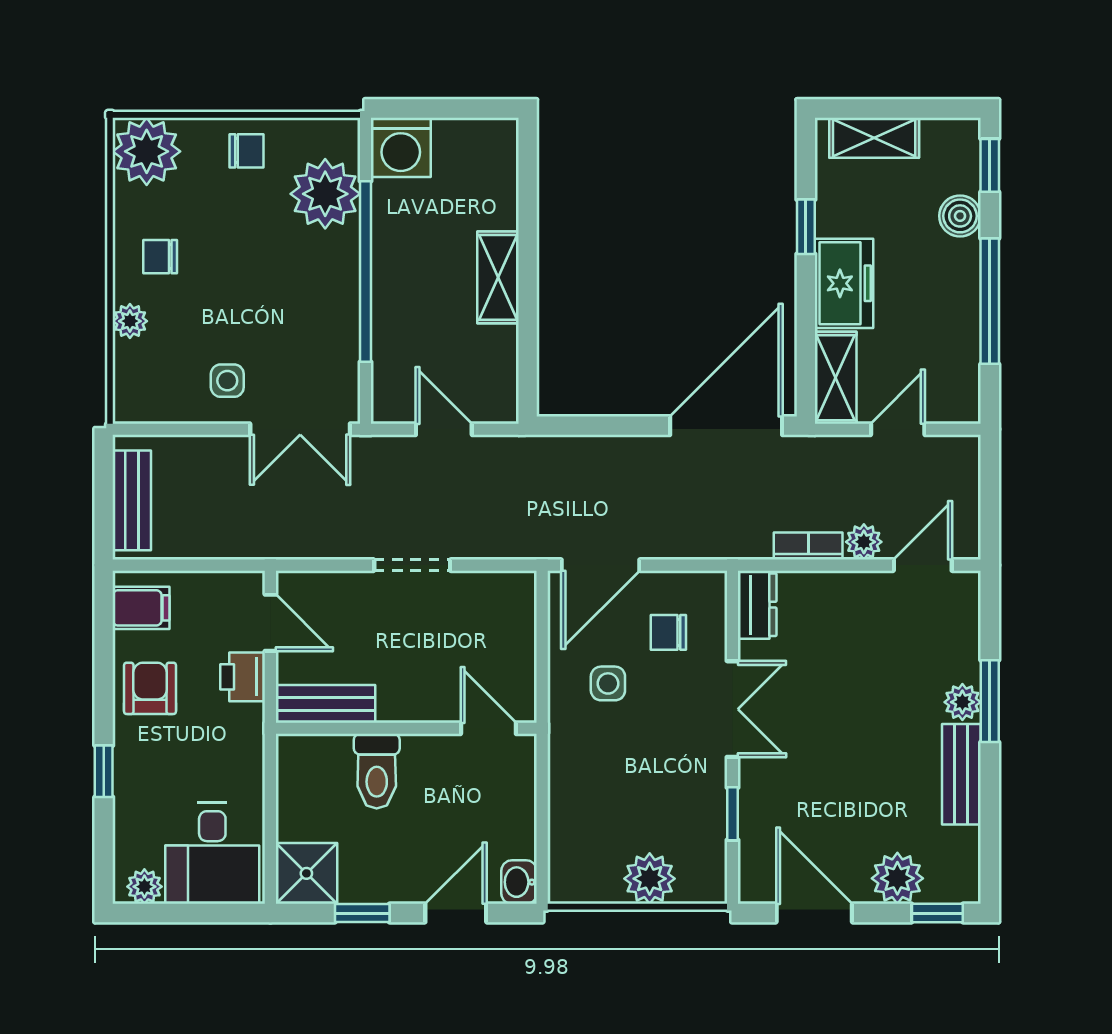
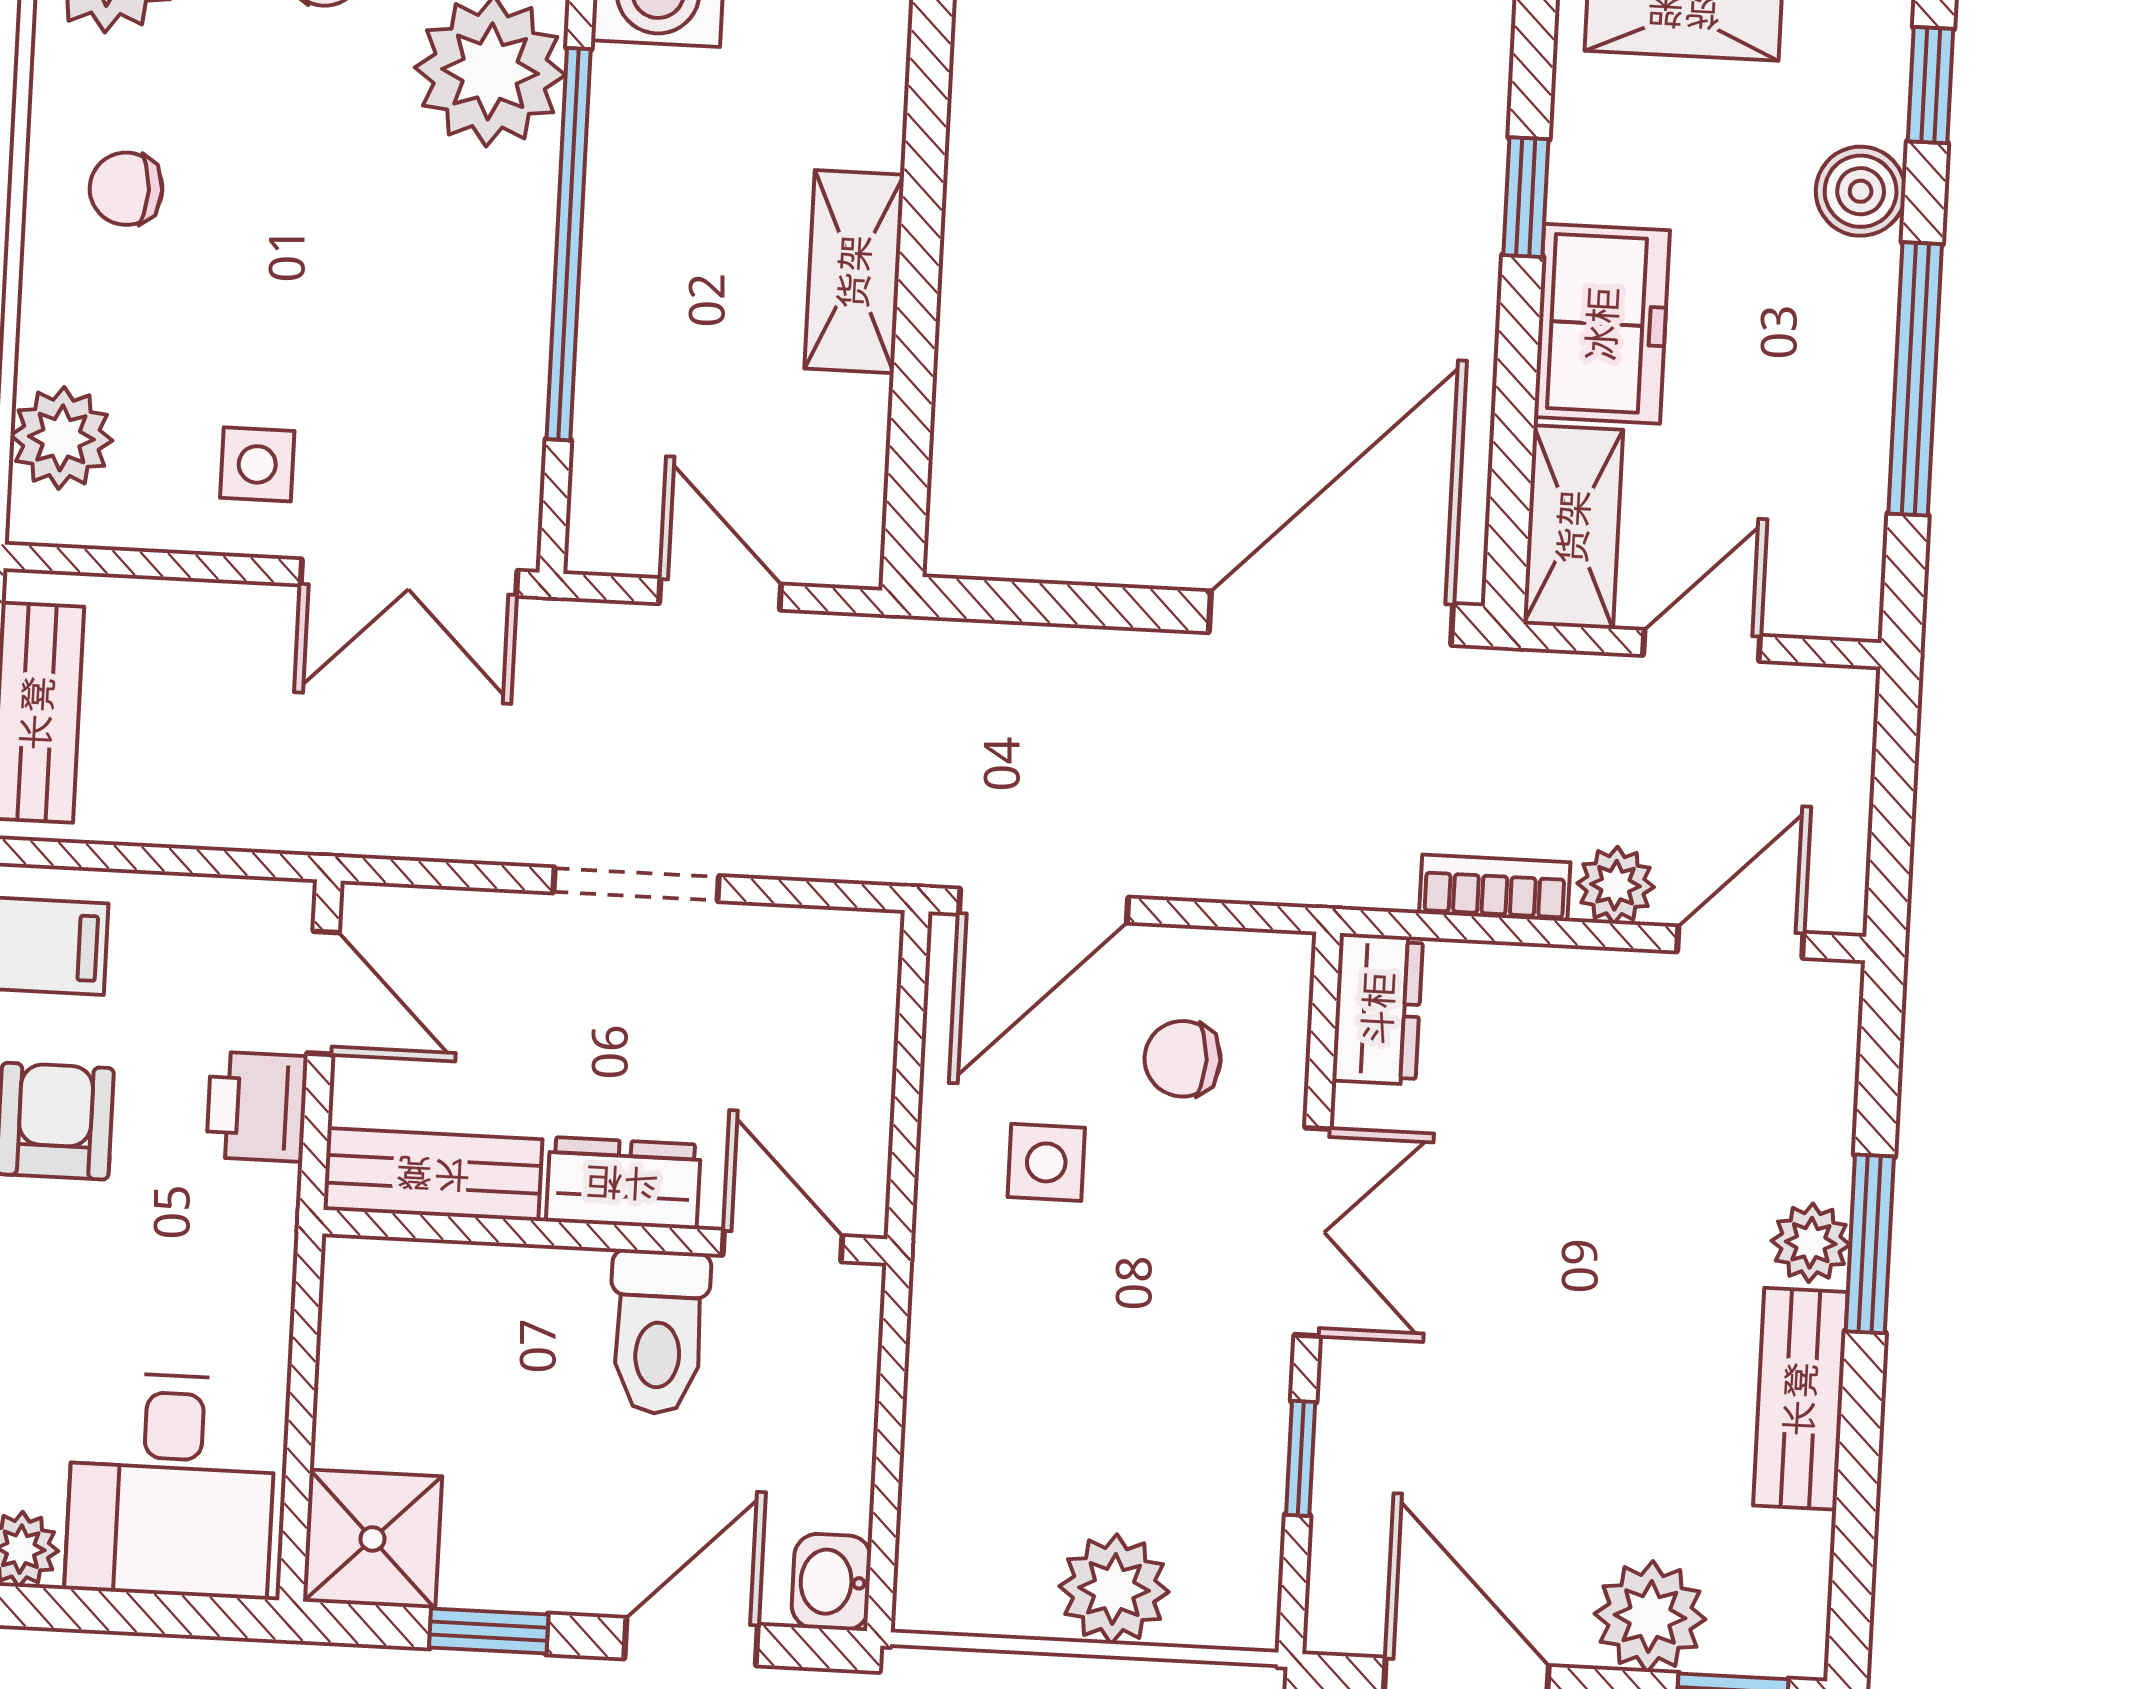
plant: (130, 321) -> (61, 438), moved, width x1.38, depth x1.38
dresser: (414, 703) -> (623, 1183), added
toilet: (377, 771) -> (658, 1332), moved

